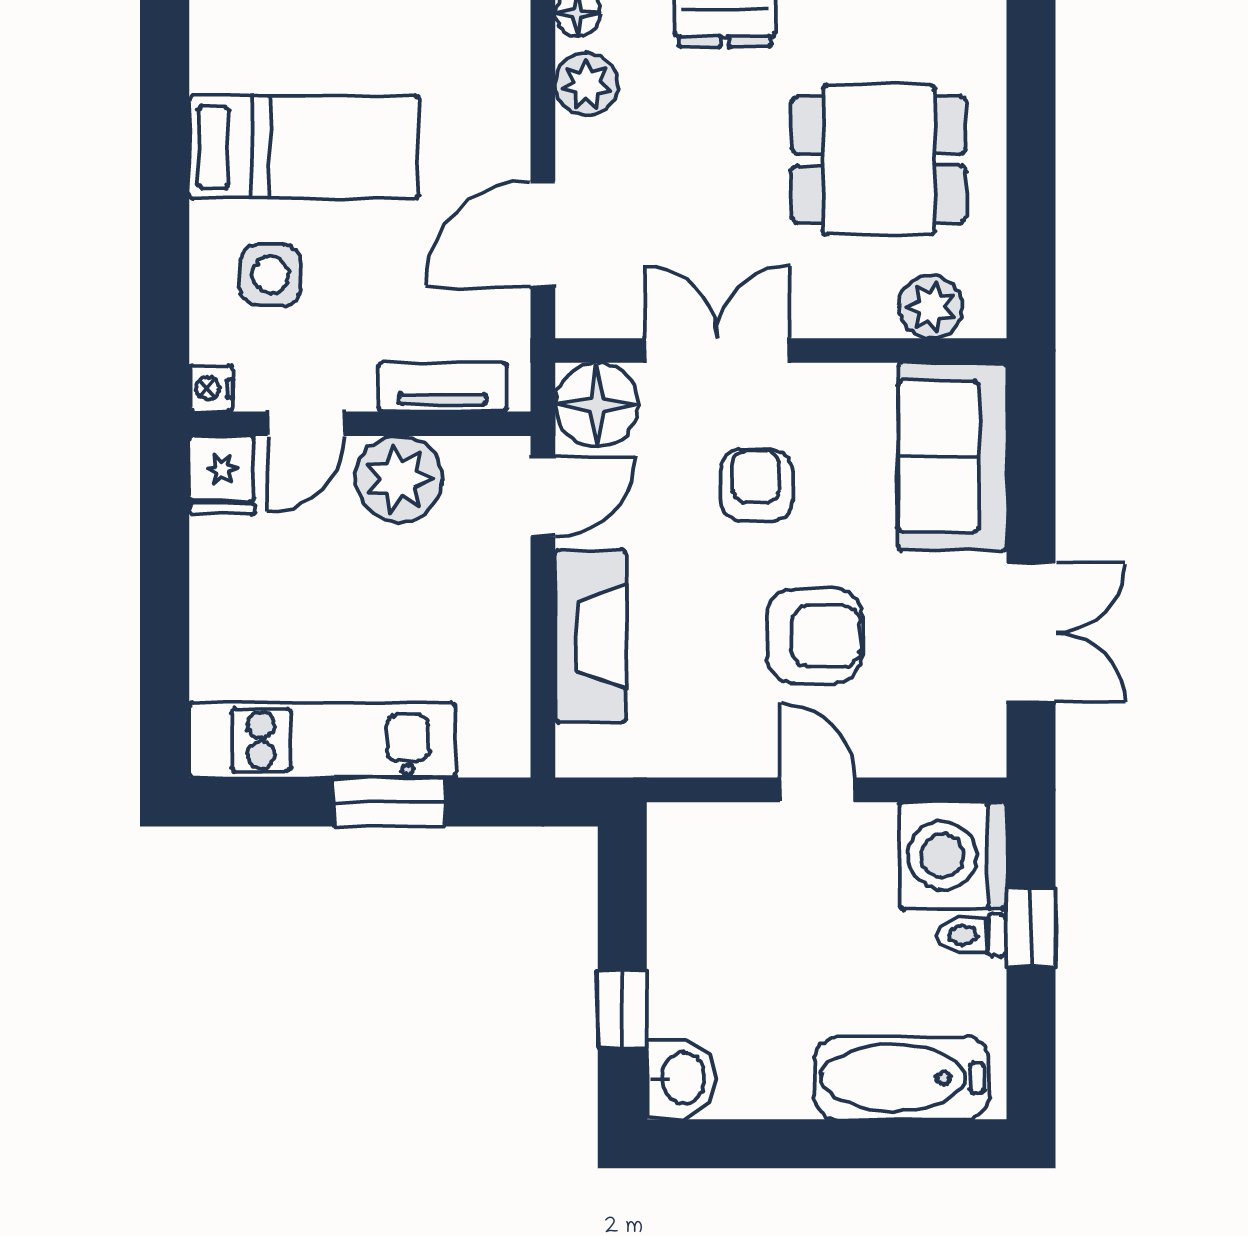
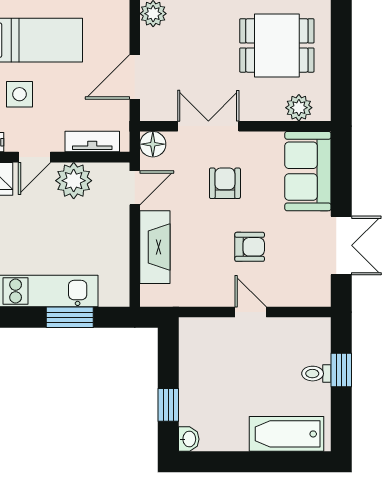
floor lamp: (597, 405) -> (153, 144), width x0.73, depth x0.73
armchair: (814, 636) -> (250, 247), width x0.72, depth x0.72
washing machine: (953, 856) -> (308, 340), removed
washbasin: (681, 1079) -> (189, 439), width x0.72, depth x0.69

